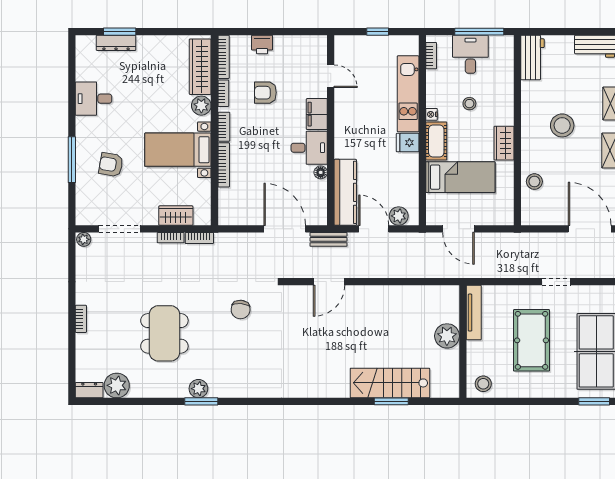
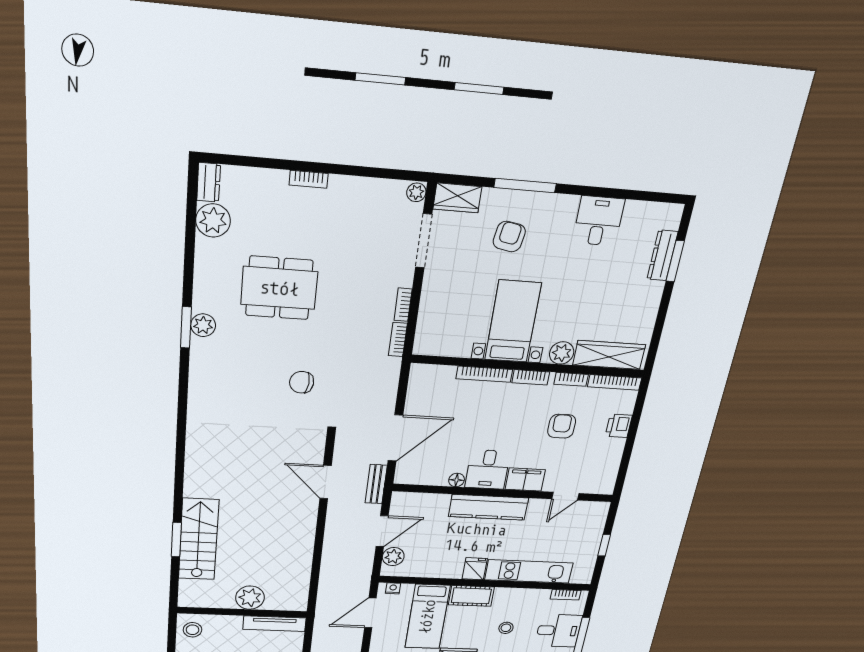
nightstand: (432, 114) -> (393, 588), moved
kitchen counter: (345, 192) -> (489, 507), moved
wardrobe: (176, 216) -> (457, 198), moved, turned 90

